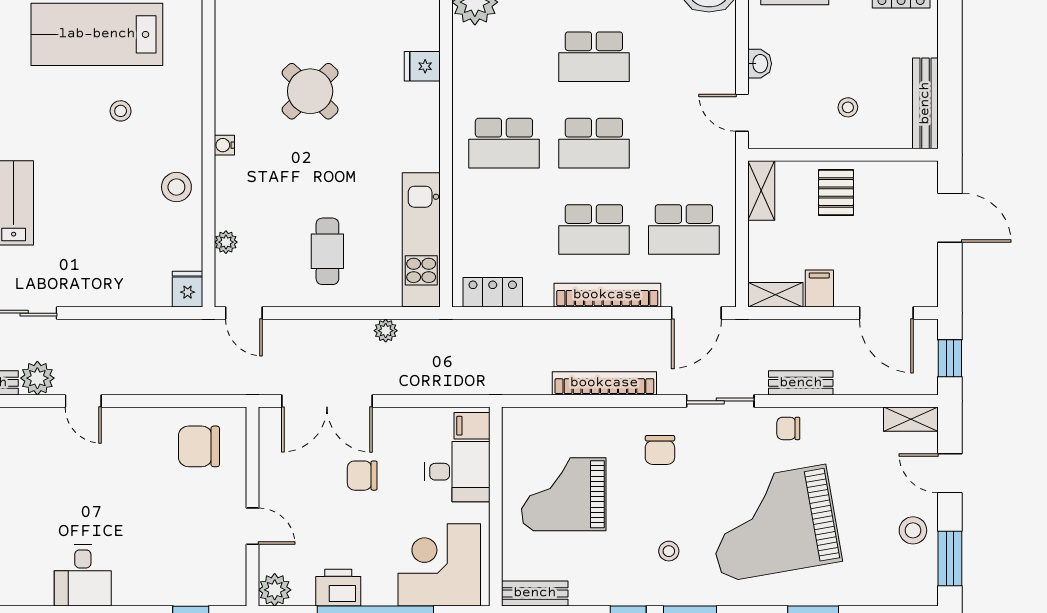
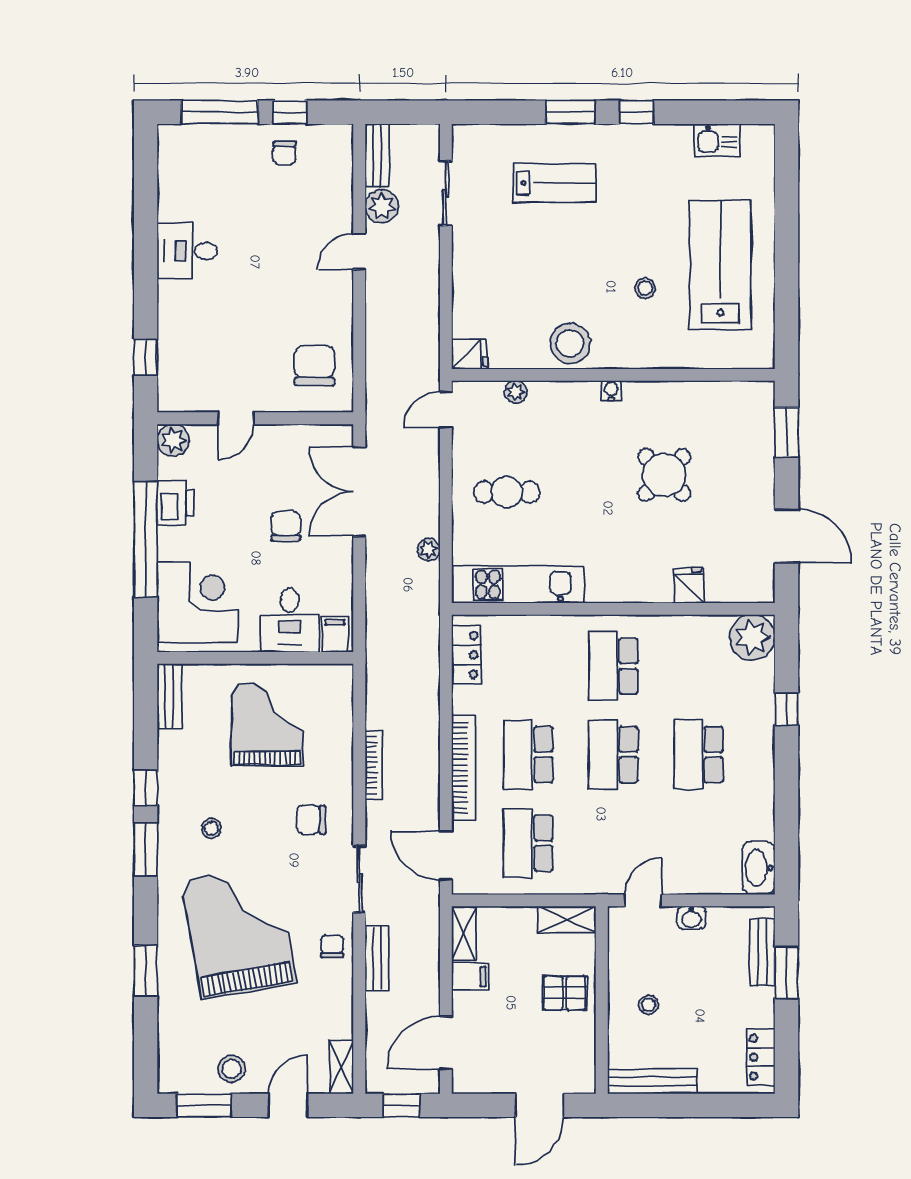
stool: (176, 187) -> (570, 343), width x1.38, depth x1.38
bookcase: (604, 383) -> (374, 765), width x0.68, depth x0.76

